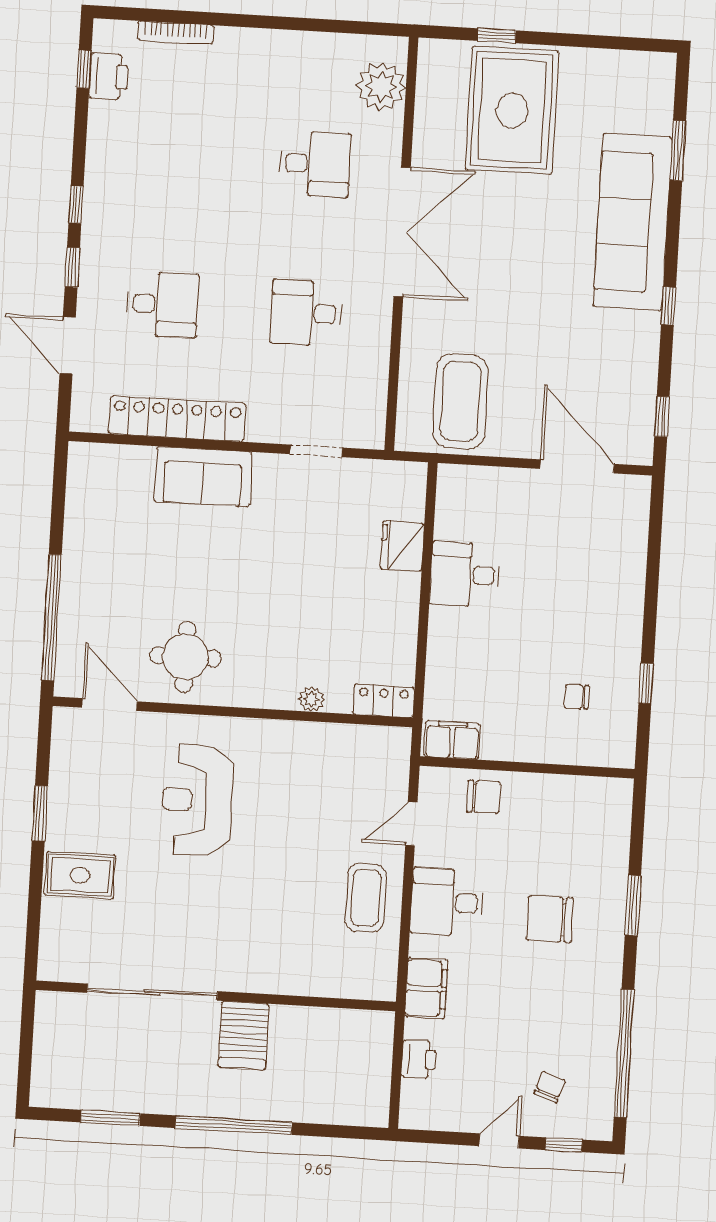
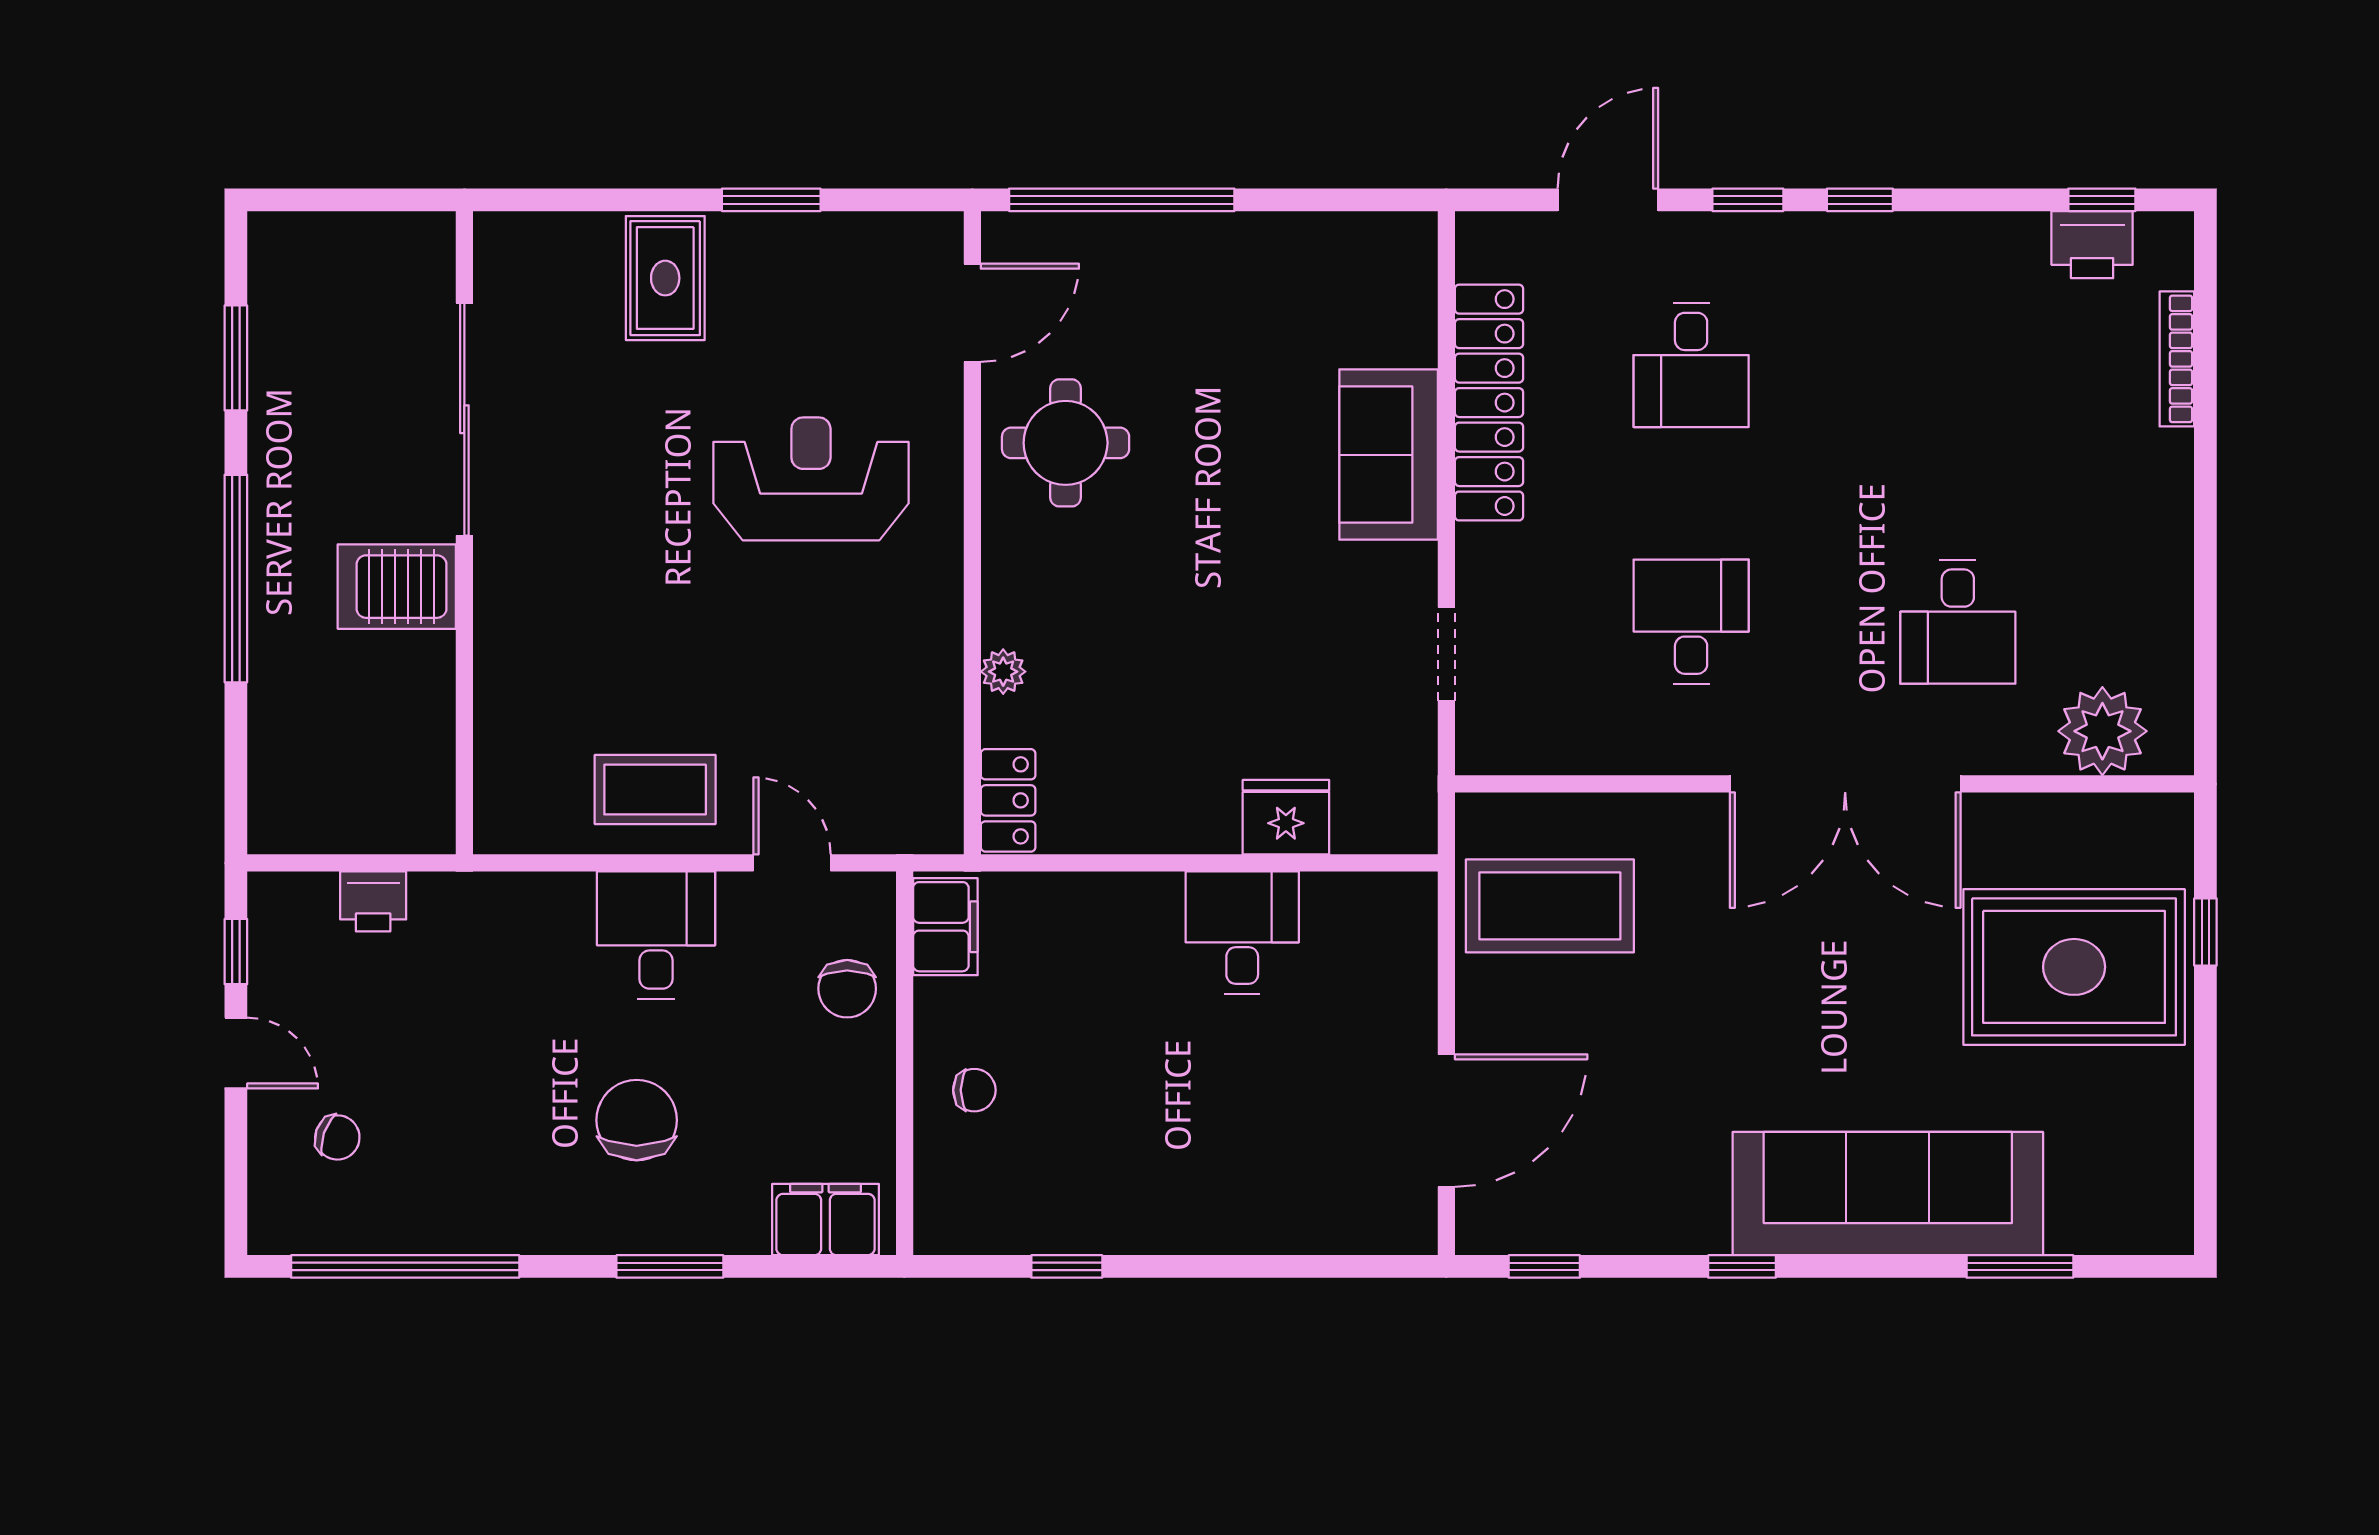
chair: (576, 697) -> (974, 1090), moved, turned 90
filing cabinet: (426, 988) -> (825, 1220), moved, turned 180
window: (564, 1145) -> (236, 952), moved

